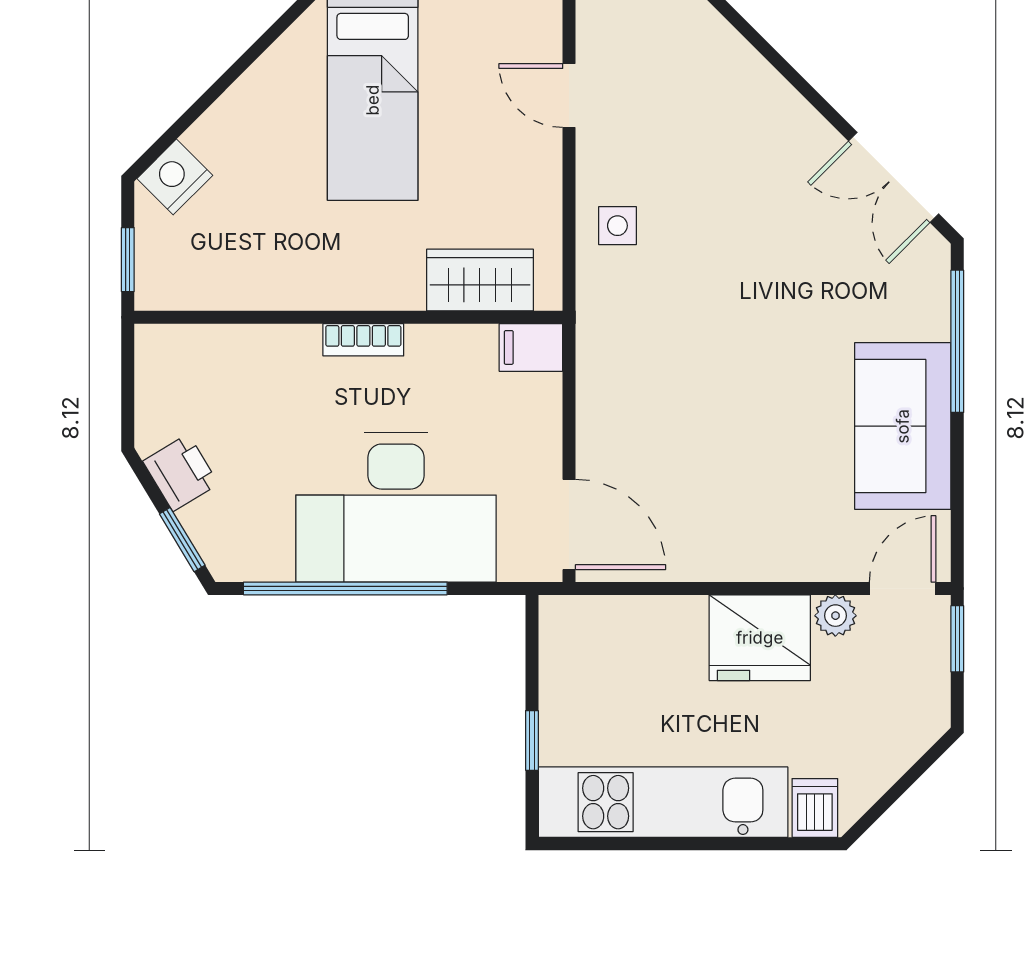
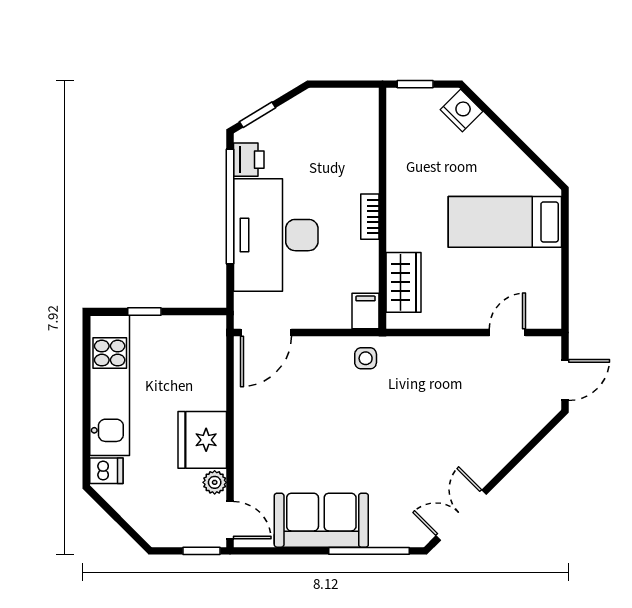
side table: (617, 226) -> (366, 358), moved
printer: (181, 473) -> (249, 160), moved, turned -59

